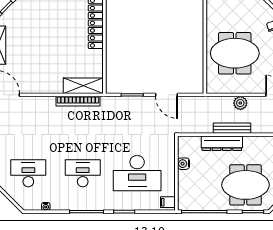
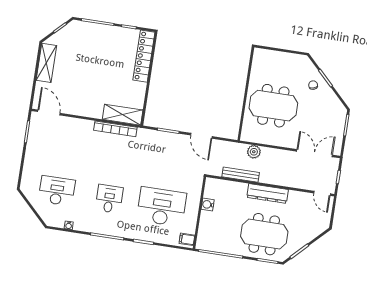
plant: (240, 103) -> (254, 152), moved
bench: (232, 128) -> (241, 175), moved
dresser: (222, 143) -> (267, 194), moved
desk: (83, 173) -> (109, 199), width x0.73
desk: (137, 173) -> (162, 207), turned 180

